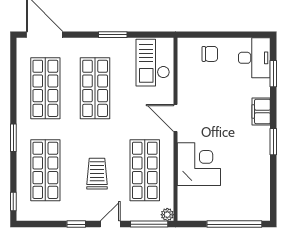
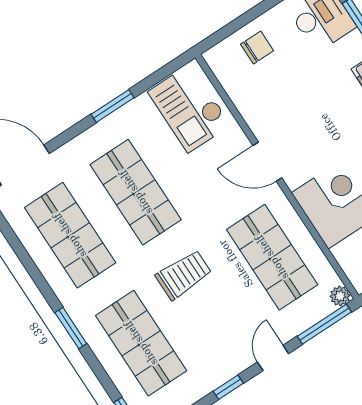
trolley: (97, 174) -> (184, 275), moved, turned 90

